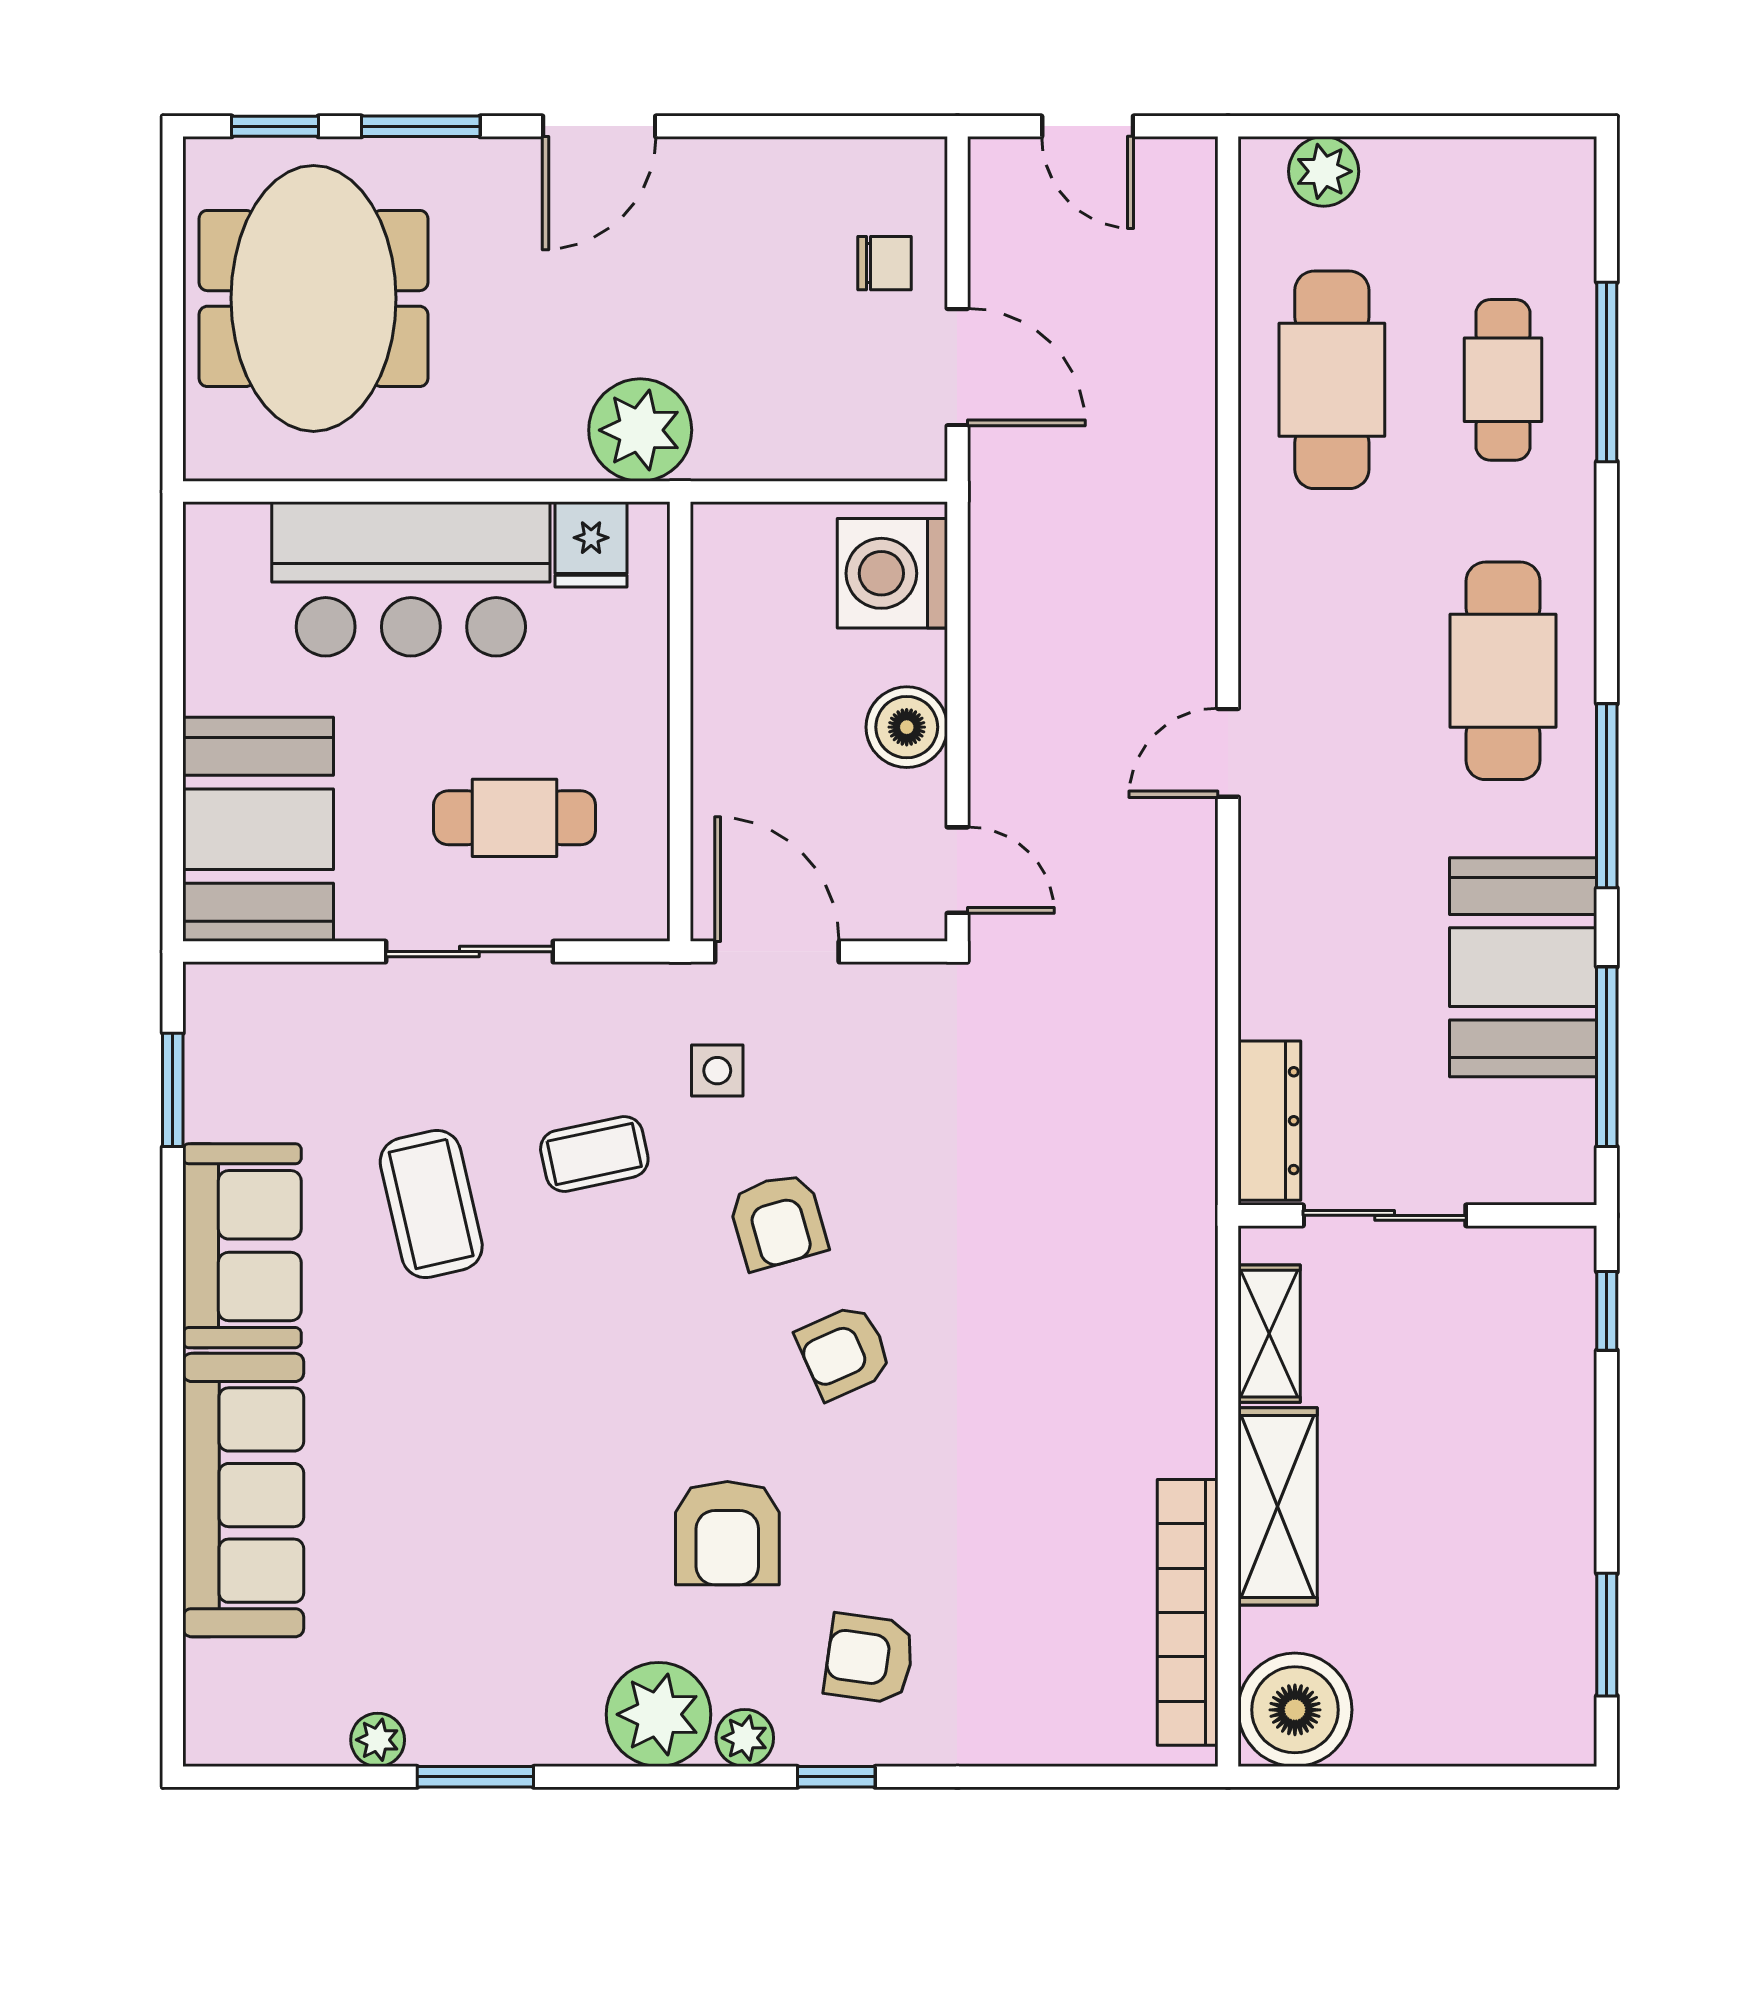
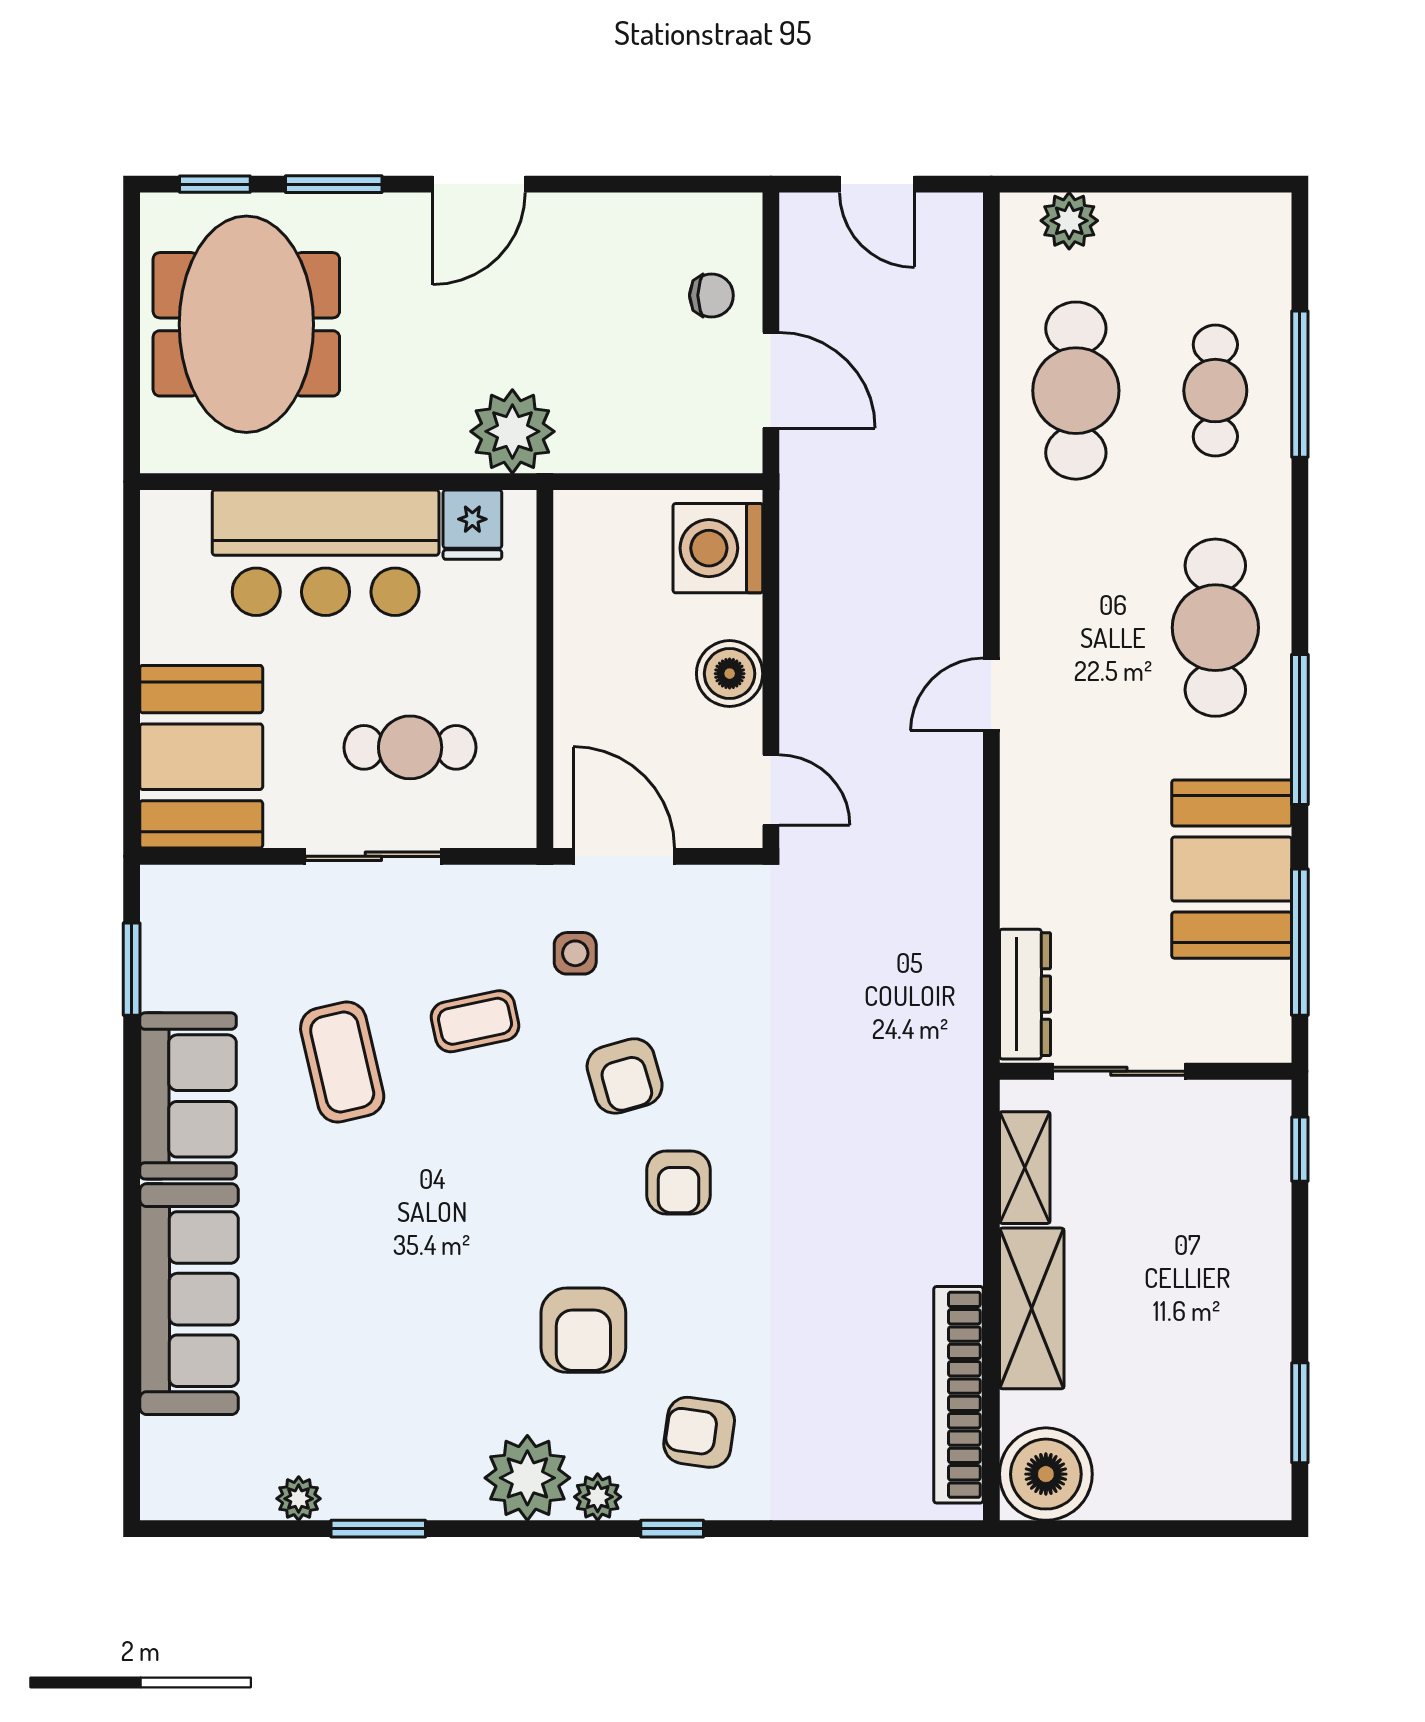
armchair: (844, 1352) -> (679, 1182), turned -66

